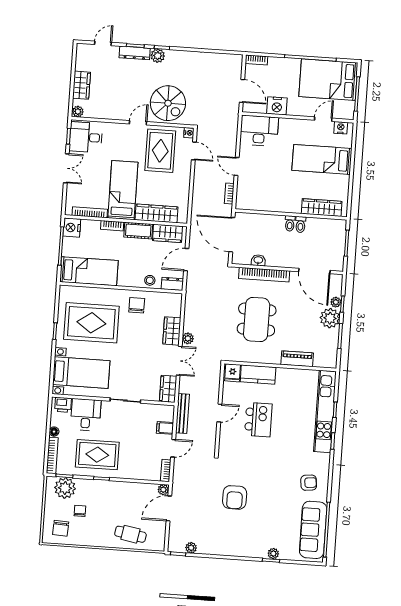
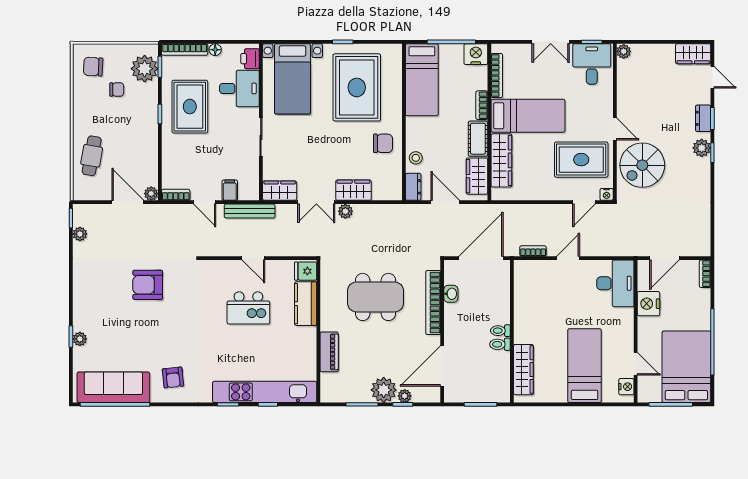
dresser: (135, 53) -> (703, 118), width x0.70
wardrobe: (81, 85) -> (693, 54), moved

